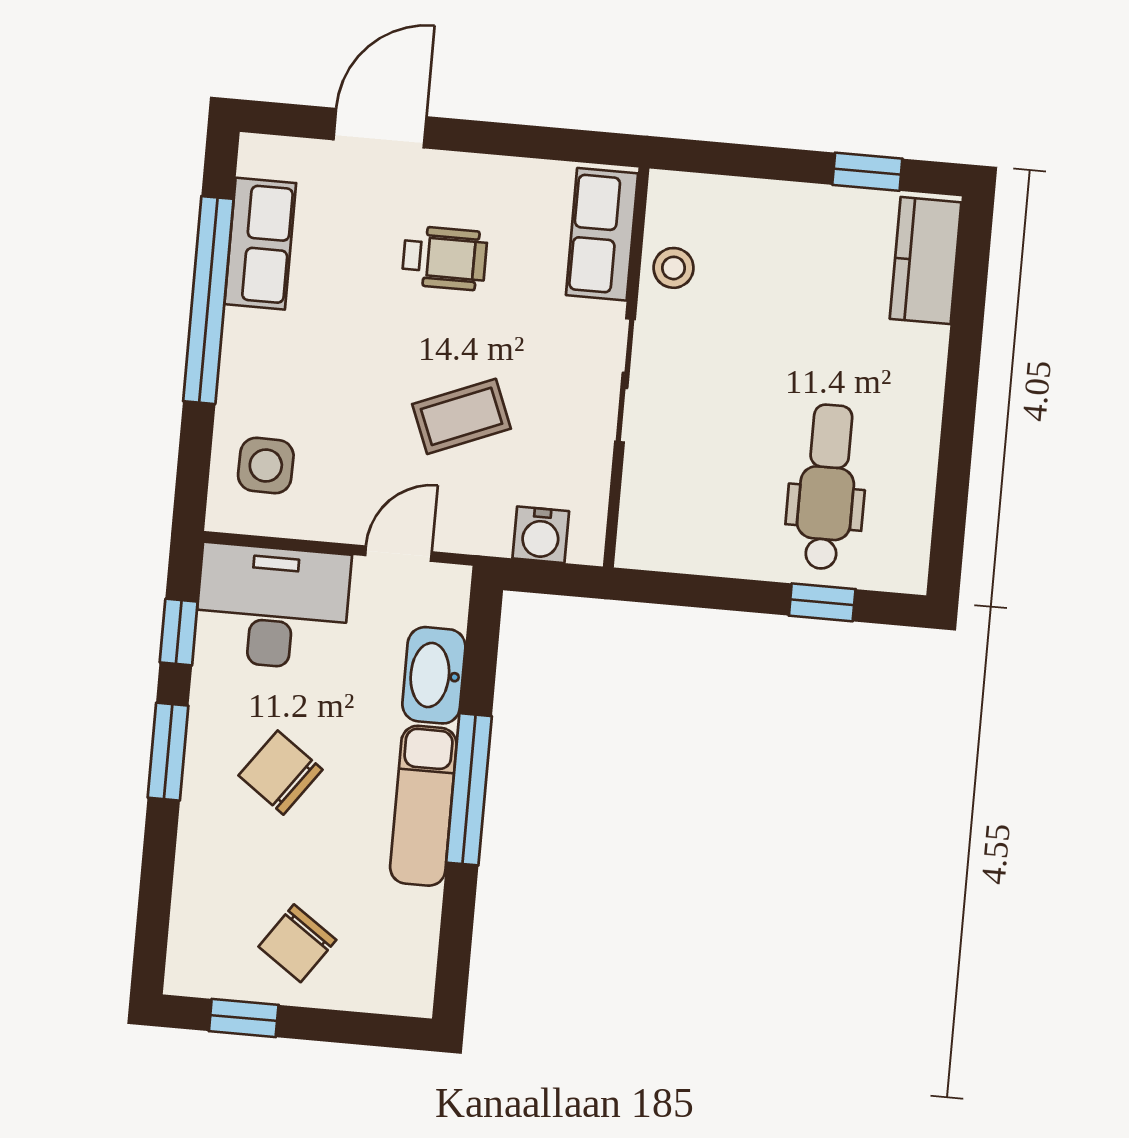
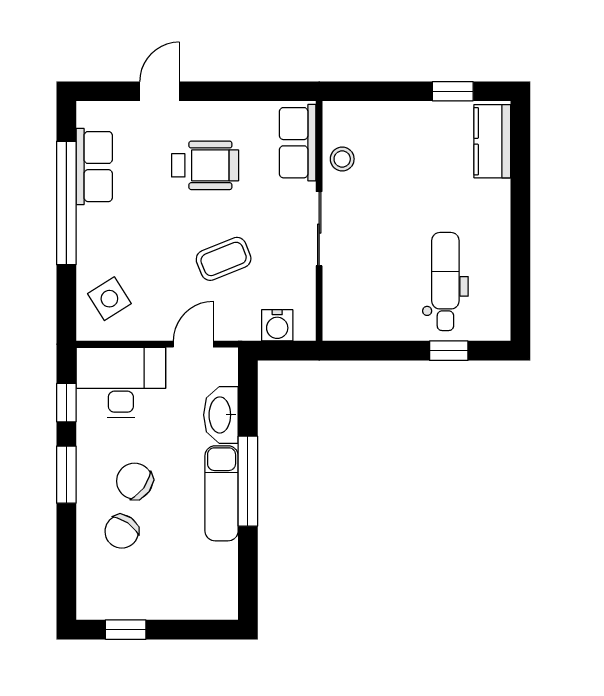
door: (380, 128) -> (160, 91), width x0.73
wheelchair: (445, 258) -> (205, 165), width x1.36, depth x1.37
side table: (266, 465) -> (109, 299), turned -33
chair: (297, 943) -> (122, 532), moved

